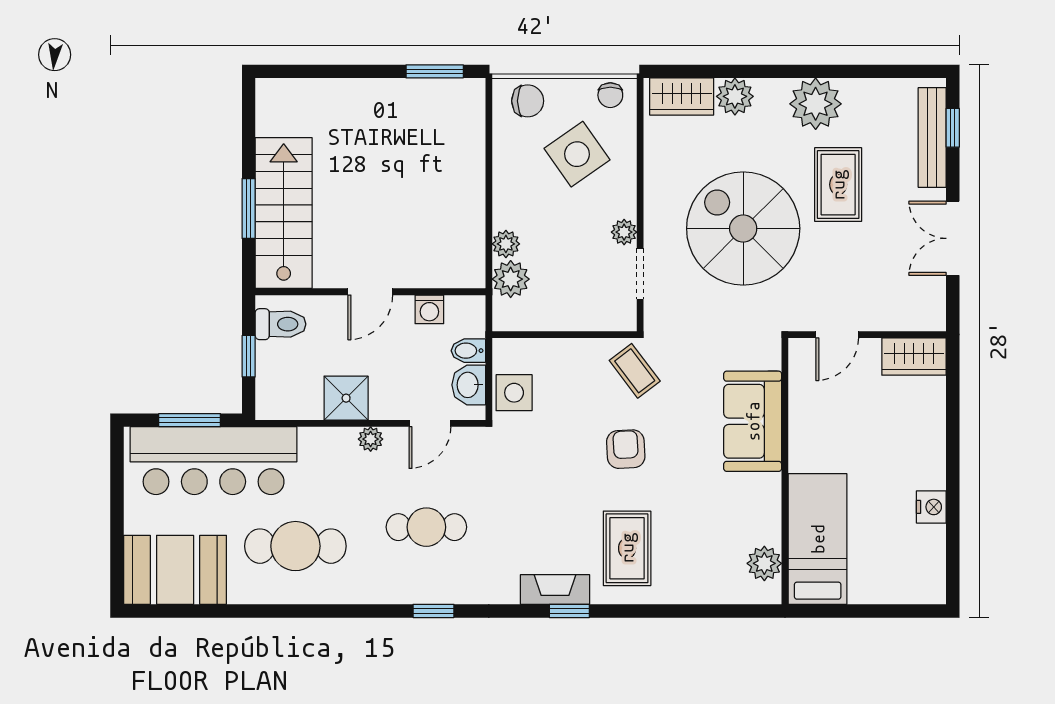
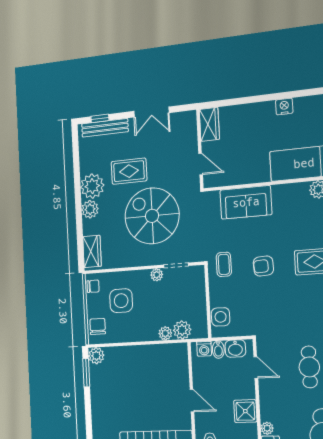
plant: (468, 95) -> (96, 356), added
plant: (735, 96) -> (90, 209), moved
side table: (577, 154) -> (121, 301), turned 35
spiral stairs: (743, 228) -> (152, 216), turned 90
washing machine: (429, 309) -> (204, 349), moved, turned 90
coffee table: (635, 371) -> (224, 264), turned -53
side table: (514, 393) -> (221, 317), moved
plant: (371, 439) -> (267, 428), moved

